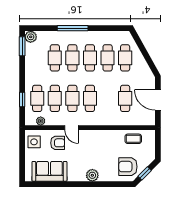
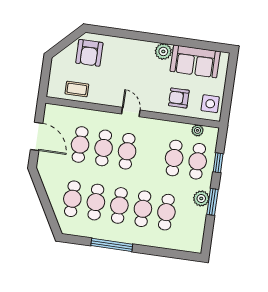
window: (73, 28) -> (112, 245), moved
plant: (31, 37) -> (201, 198), moved
window: (22, 46) -> (213, 202), moved
cafe table: (72, 98) -> (104, 148), moved
door: (71, 128) -> (131, 112), moved
armchair: (128, 167) -> (89, 53), turned 90
window: (145, 173) -> (68, 40), removed
plant: (92, 175) -> (163, 51), moved

